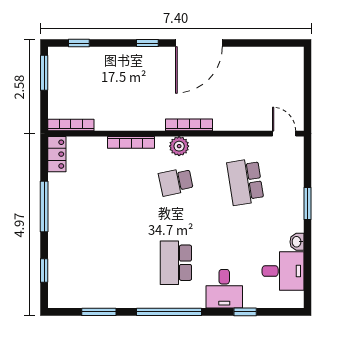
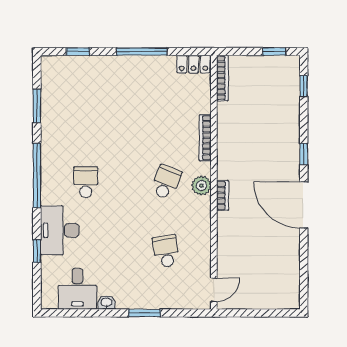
window: (44, 73) -> (274, 52), width x0.67
bookcase: (189, 125) -> (223, 195), width x0.64
school desk: (176, 182) -> (166, 182), turned 33
school desk: (245, 182) -> (166, 251), width x0.54
school desk: (176, 263) -> (86, 182), width x0.54
desk: (224, 289) -> (60, 230), width x1.37

